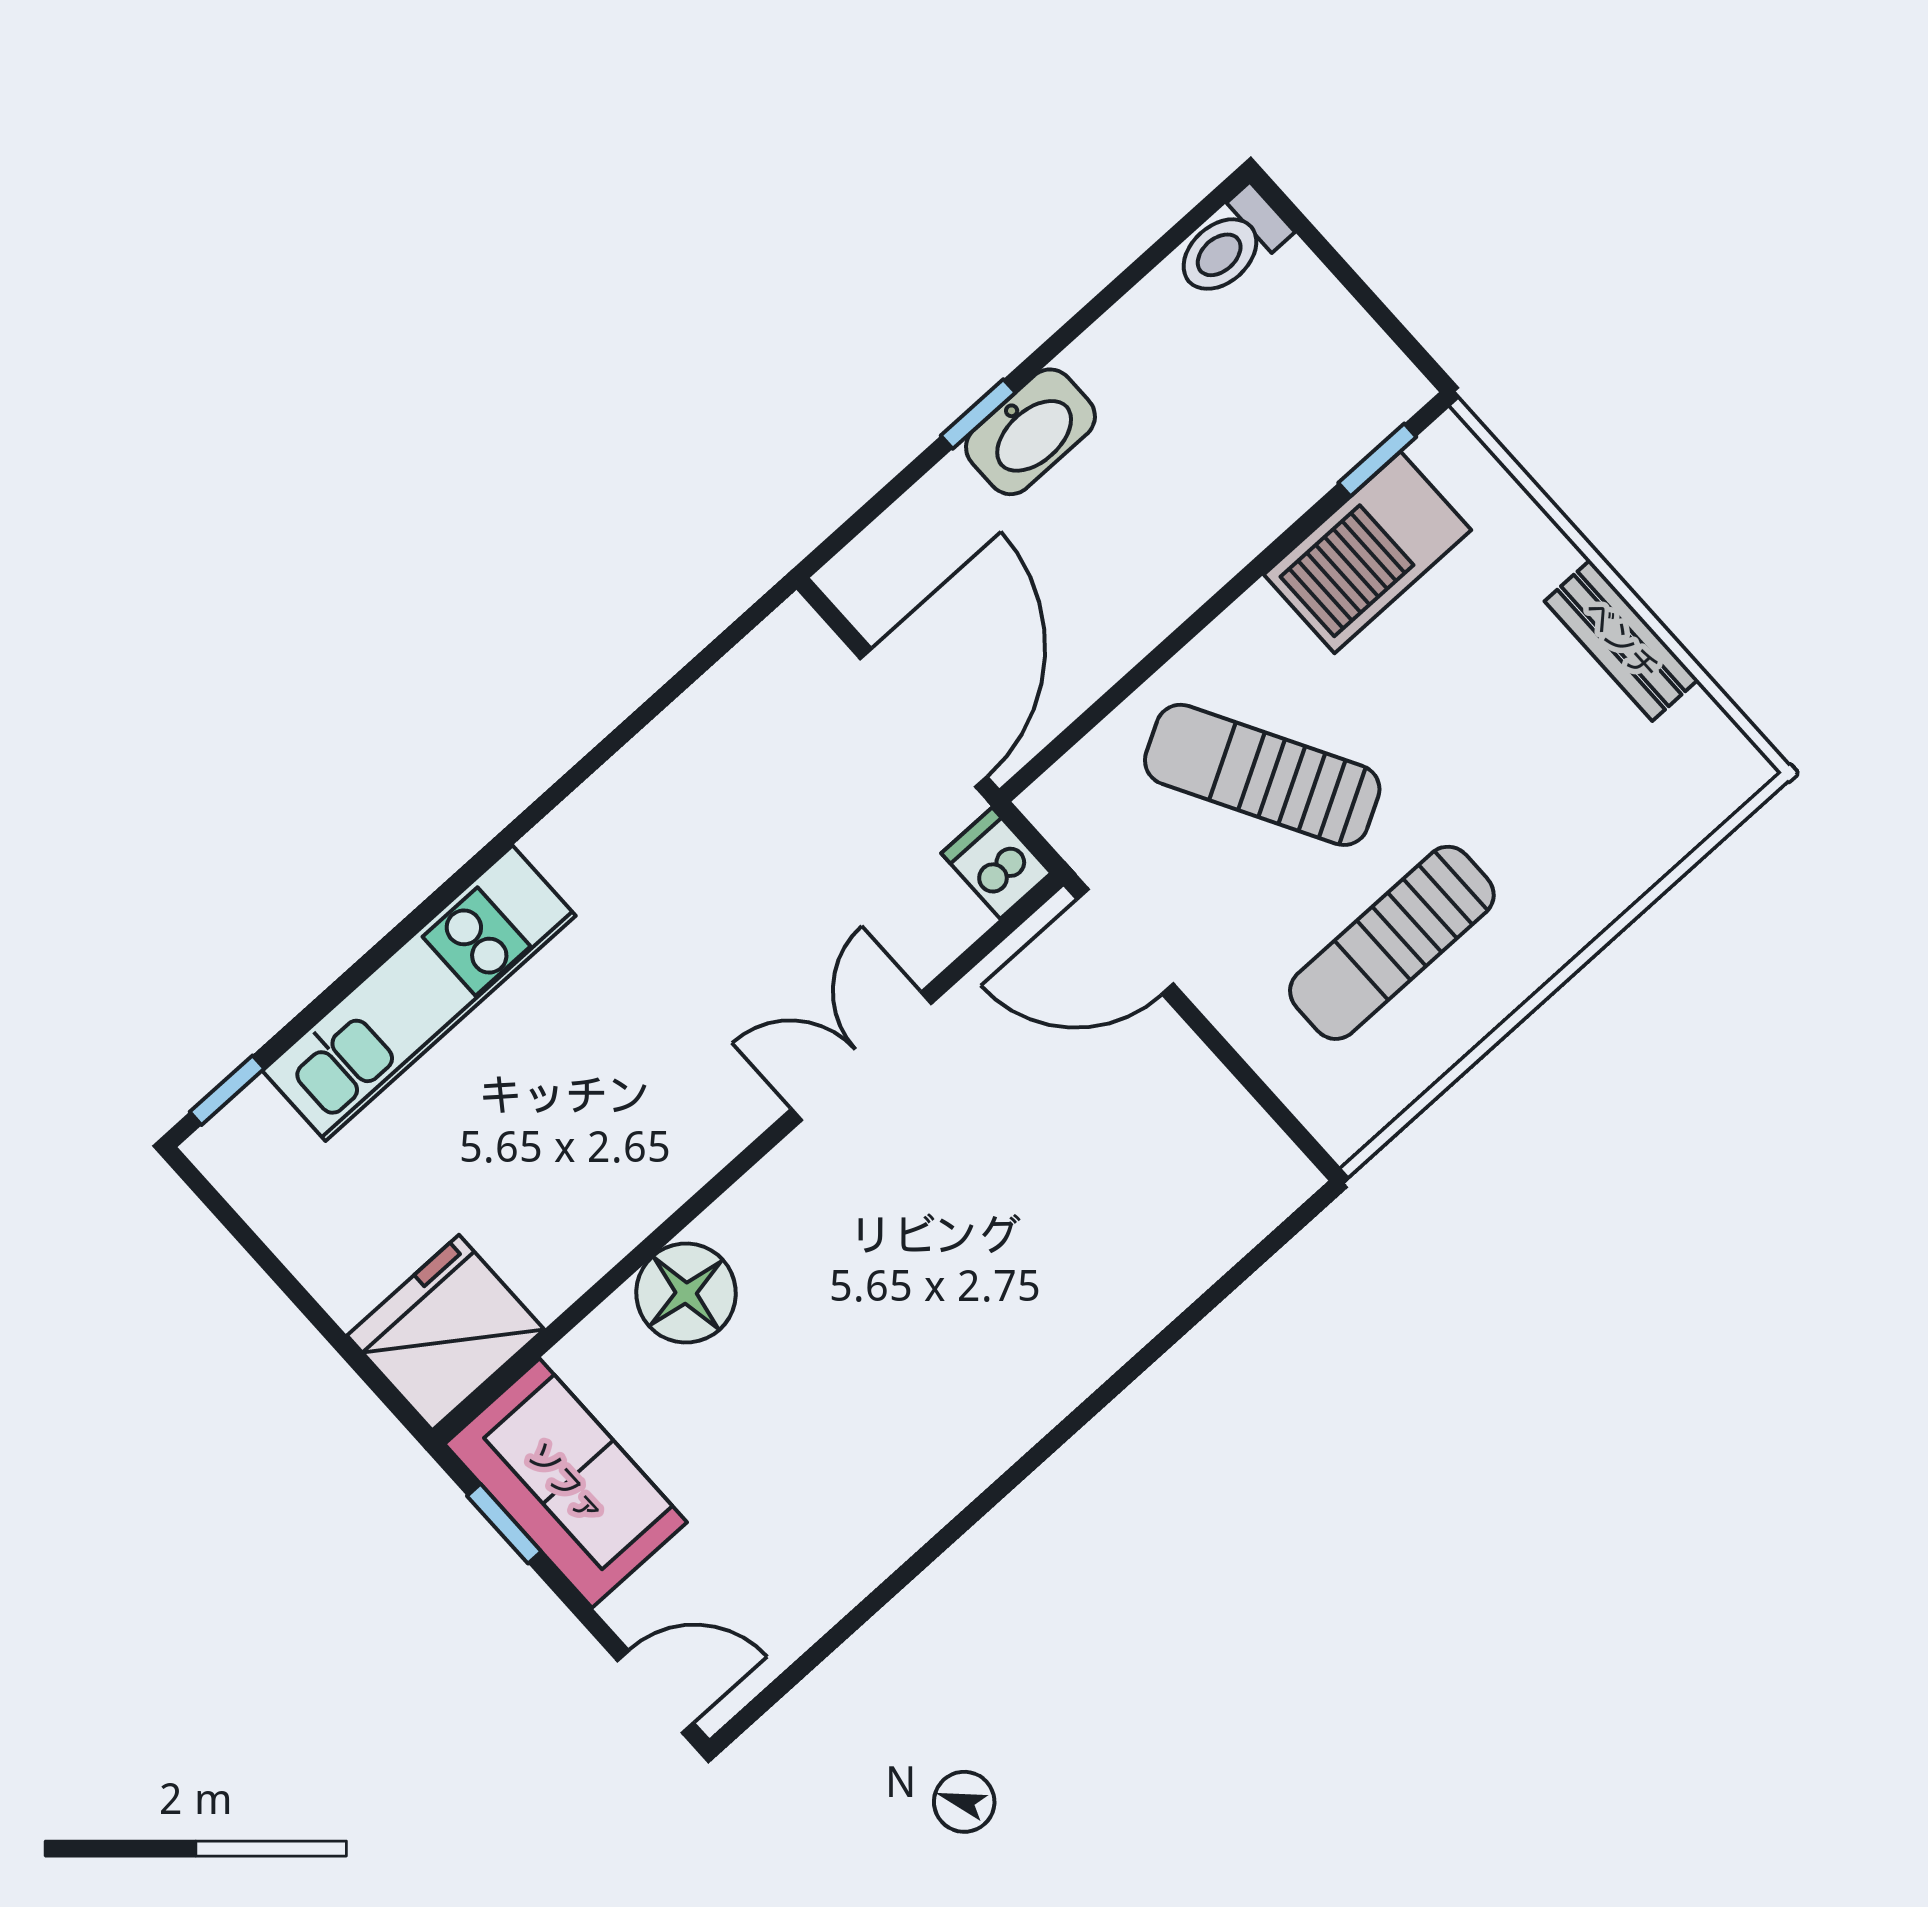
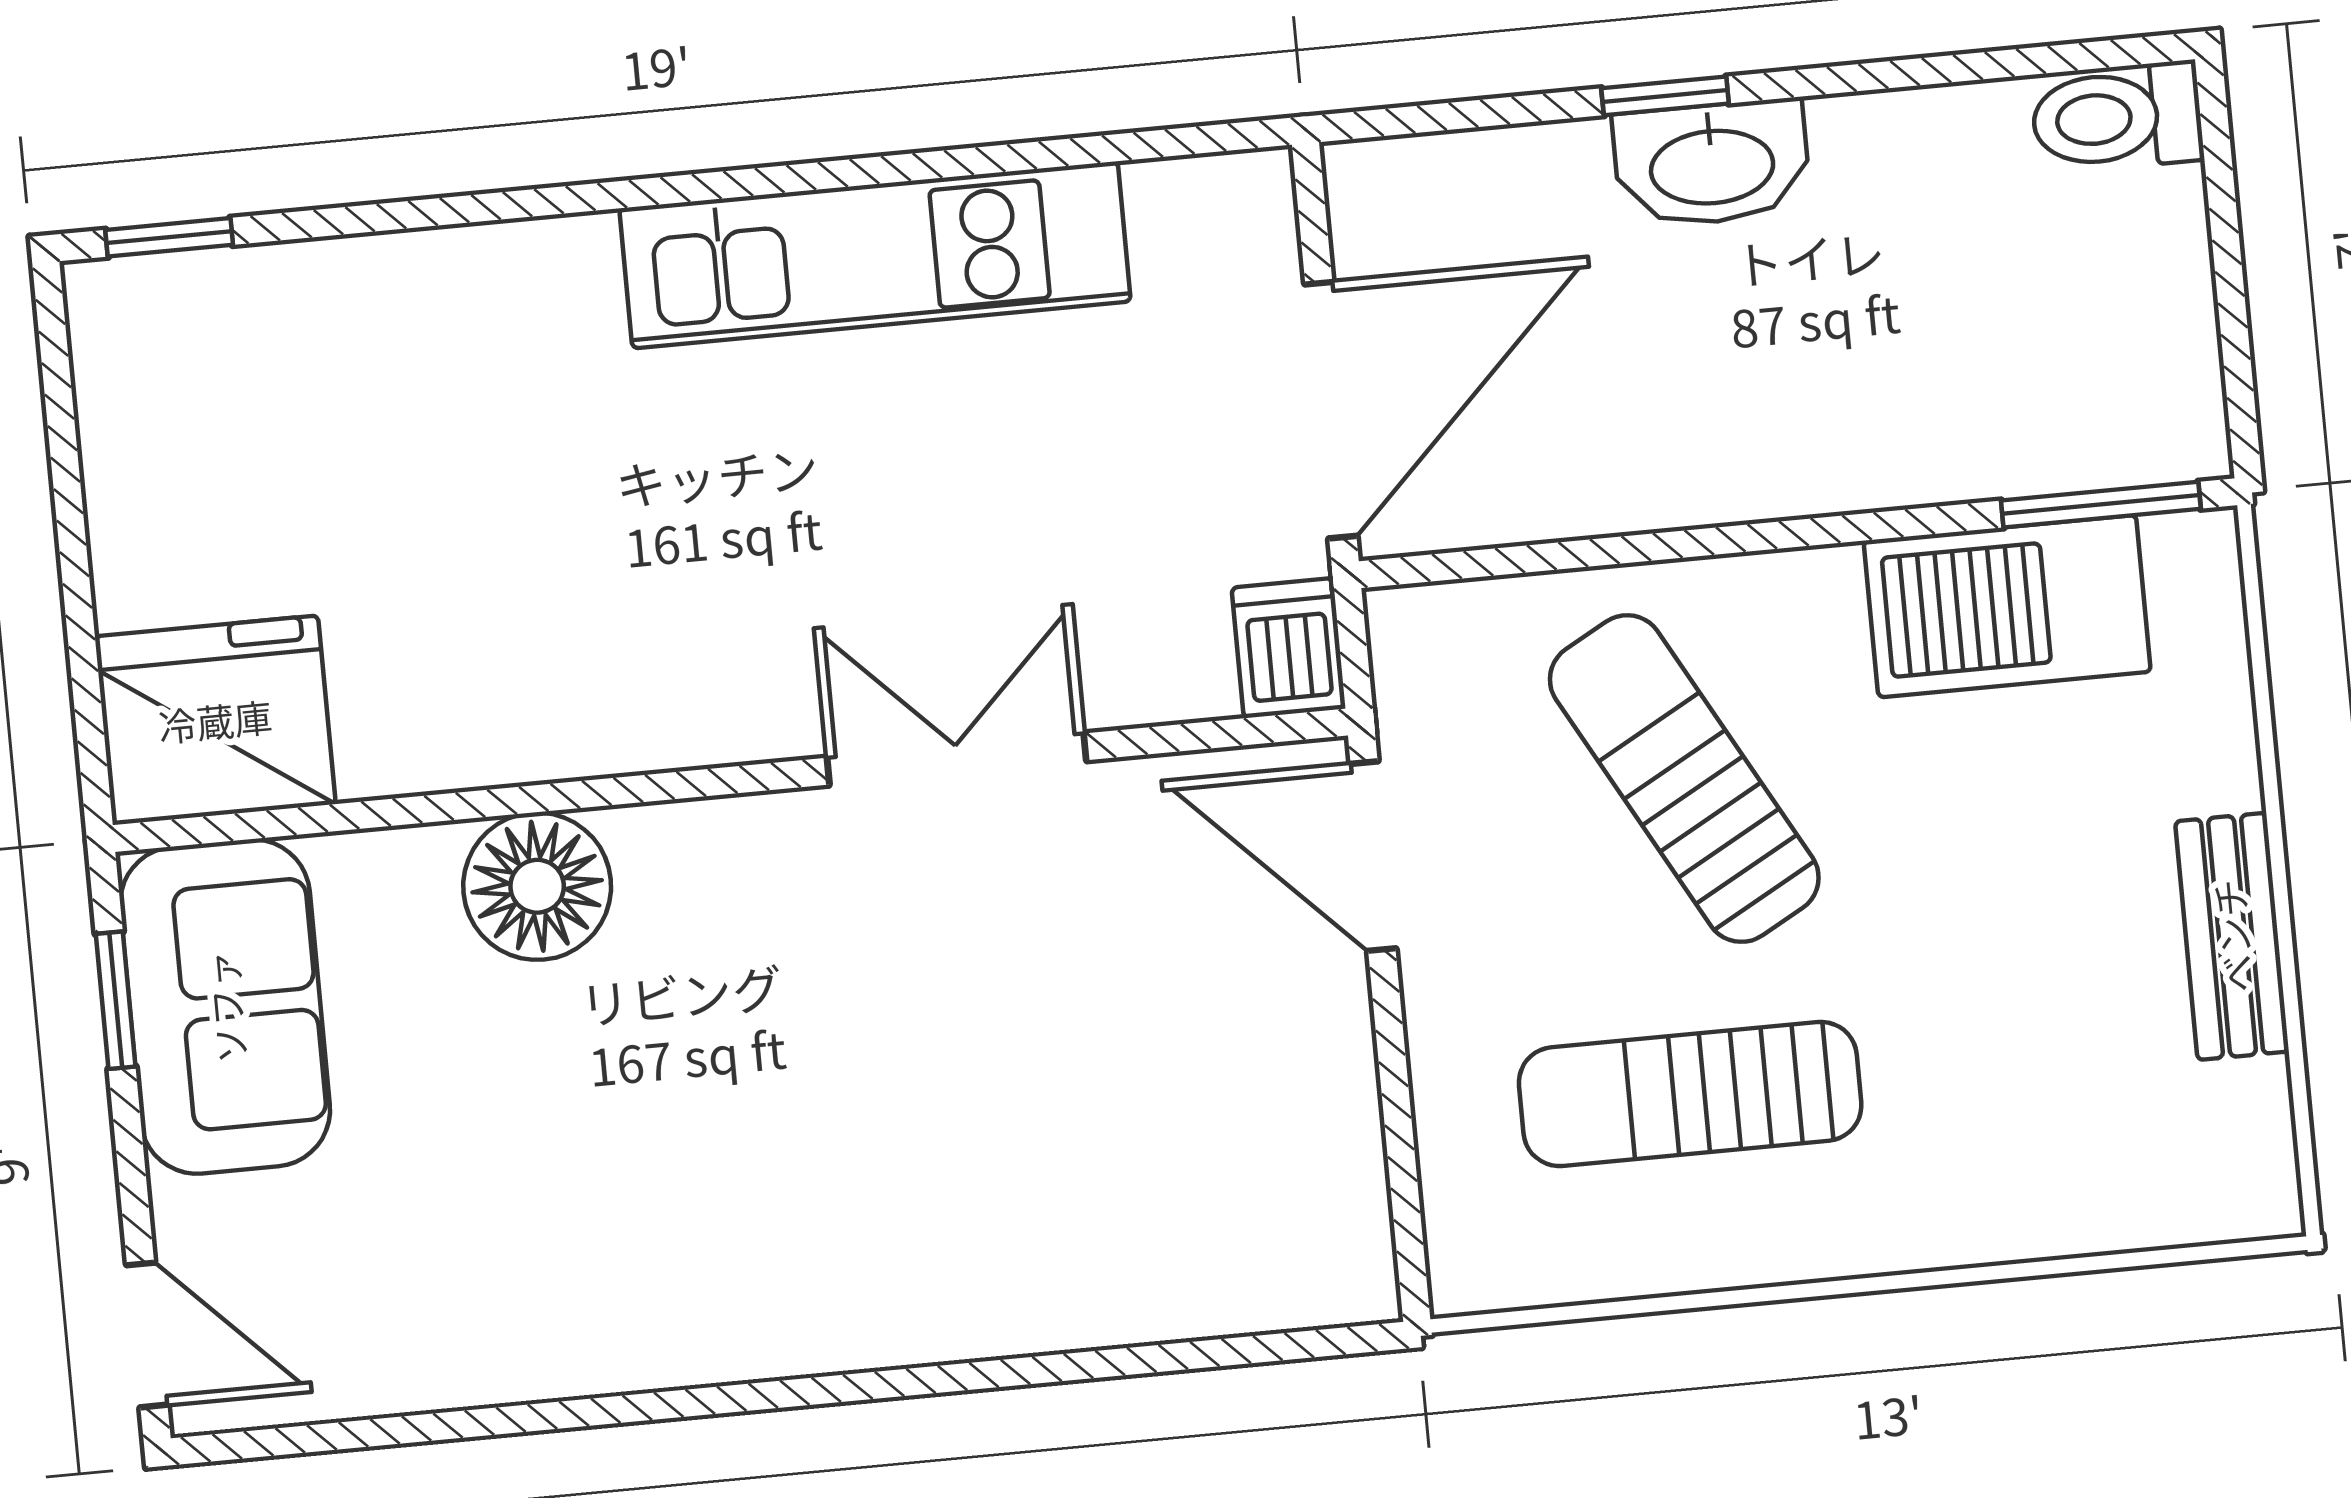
window: (1377, 460) -> (2101, 505), width x1.50
kitchen unit: (419, 993) -> (875, 255), moved

